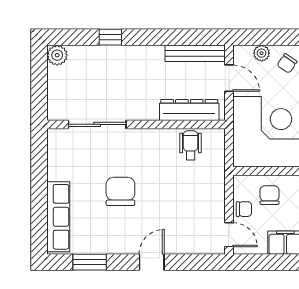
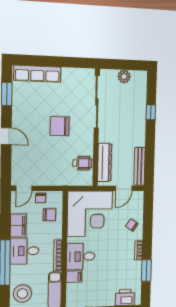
plant: (262, 53) -> (138, 209), removed
plant: (57, 55) -> (124, 77), moved
sliding door: (97, 124) -> (97, 102), width x1.36
chair: (120, 191) -> (60, 126), moved, turned 180

